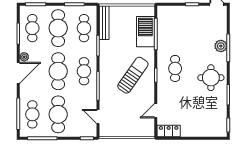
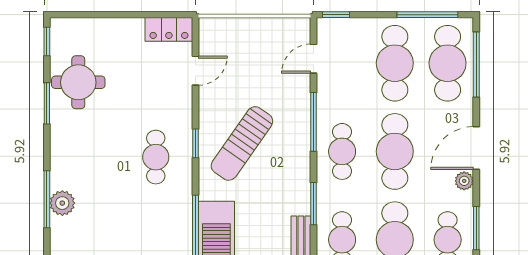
round table: (211, 78) -> (78, 82), moved
cafe table: (32, 114) -> (448, 63), width x1.37, depth x1.35
door: (98, 117) -> (313, 59), swing flipped

